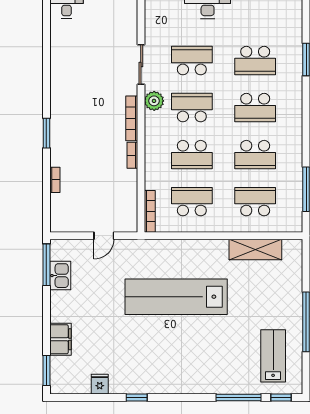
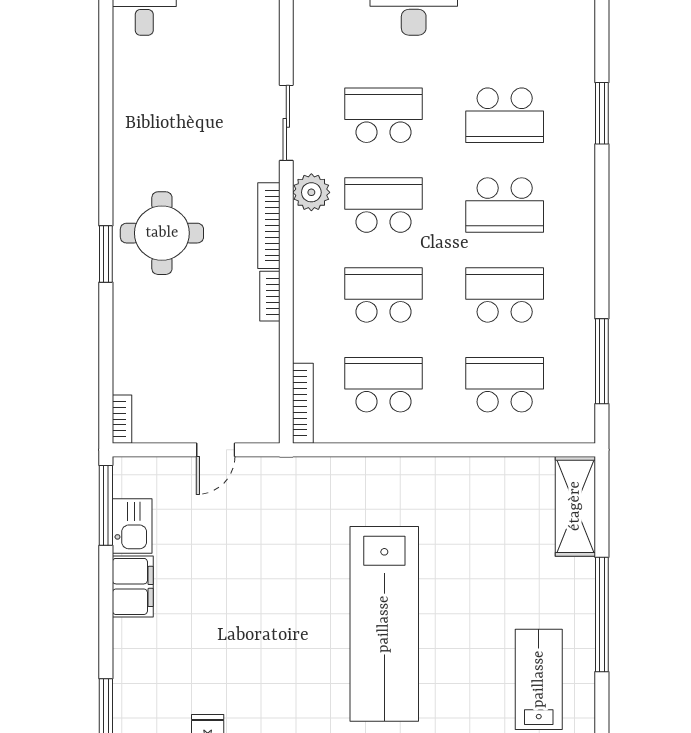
round table: (76, 122) -> (162, 233), added
school desk: (192, 155) -> (384, 295), turned 180
school desk: (255, 155) -> (505, 295), turned 180
bookcase: (55, 180) -> (122, 419), moved
shelving: (255, 250) -> (575, 506), moved, turned 90
lab bench: (176, 297) -> (384, 624), moved, turned -90
filing cabinet: (61, 339) -> (133, 586), moved

